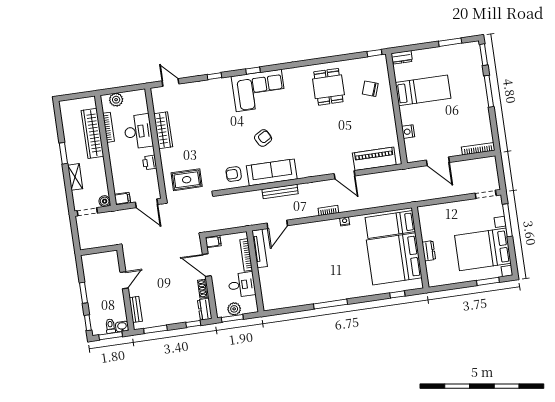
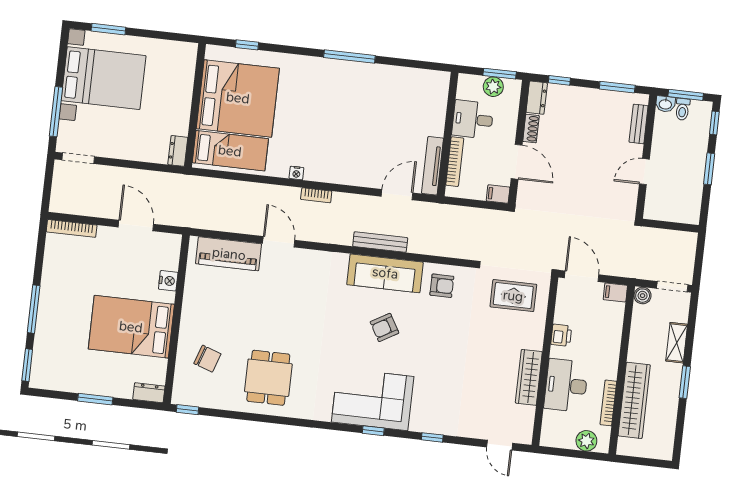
window: (450, 42) -> (95, 399), moved
bed: (423, 90) -> (131, 327), width x1.50
dresser: (429, 251) -> (178, 151), moved

